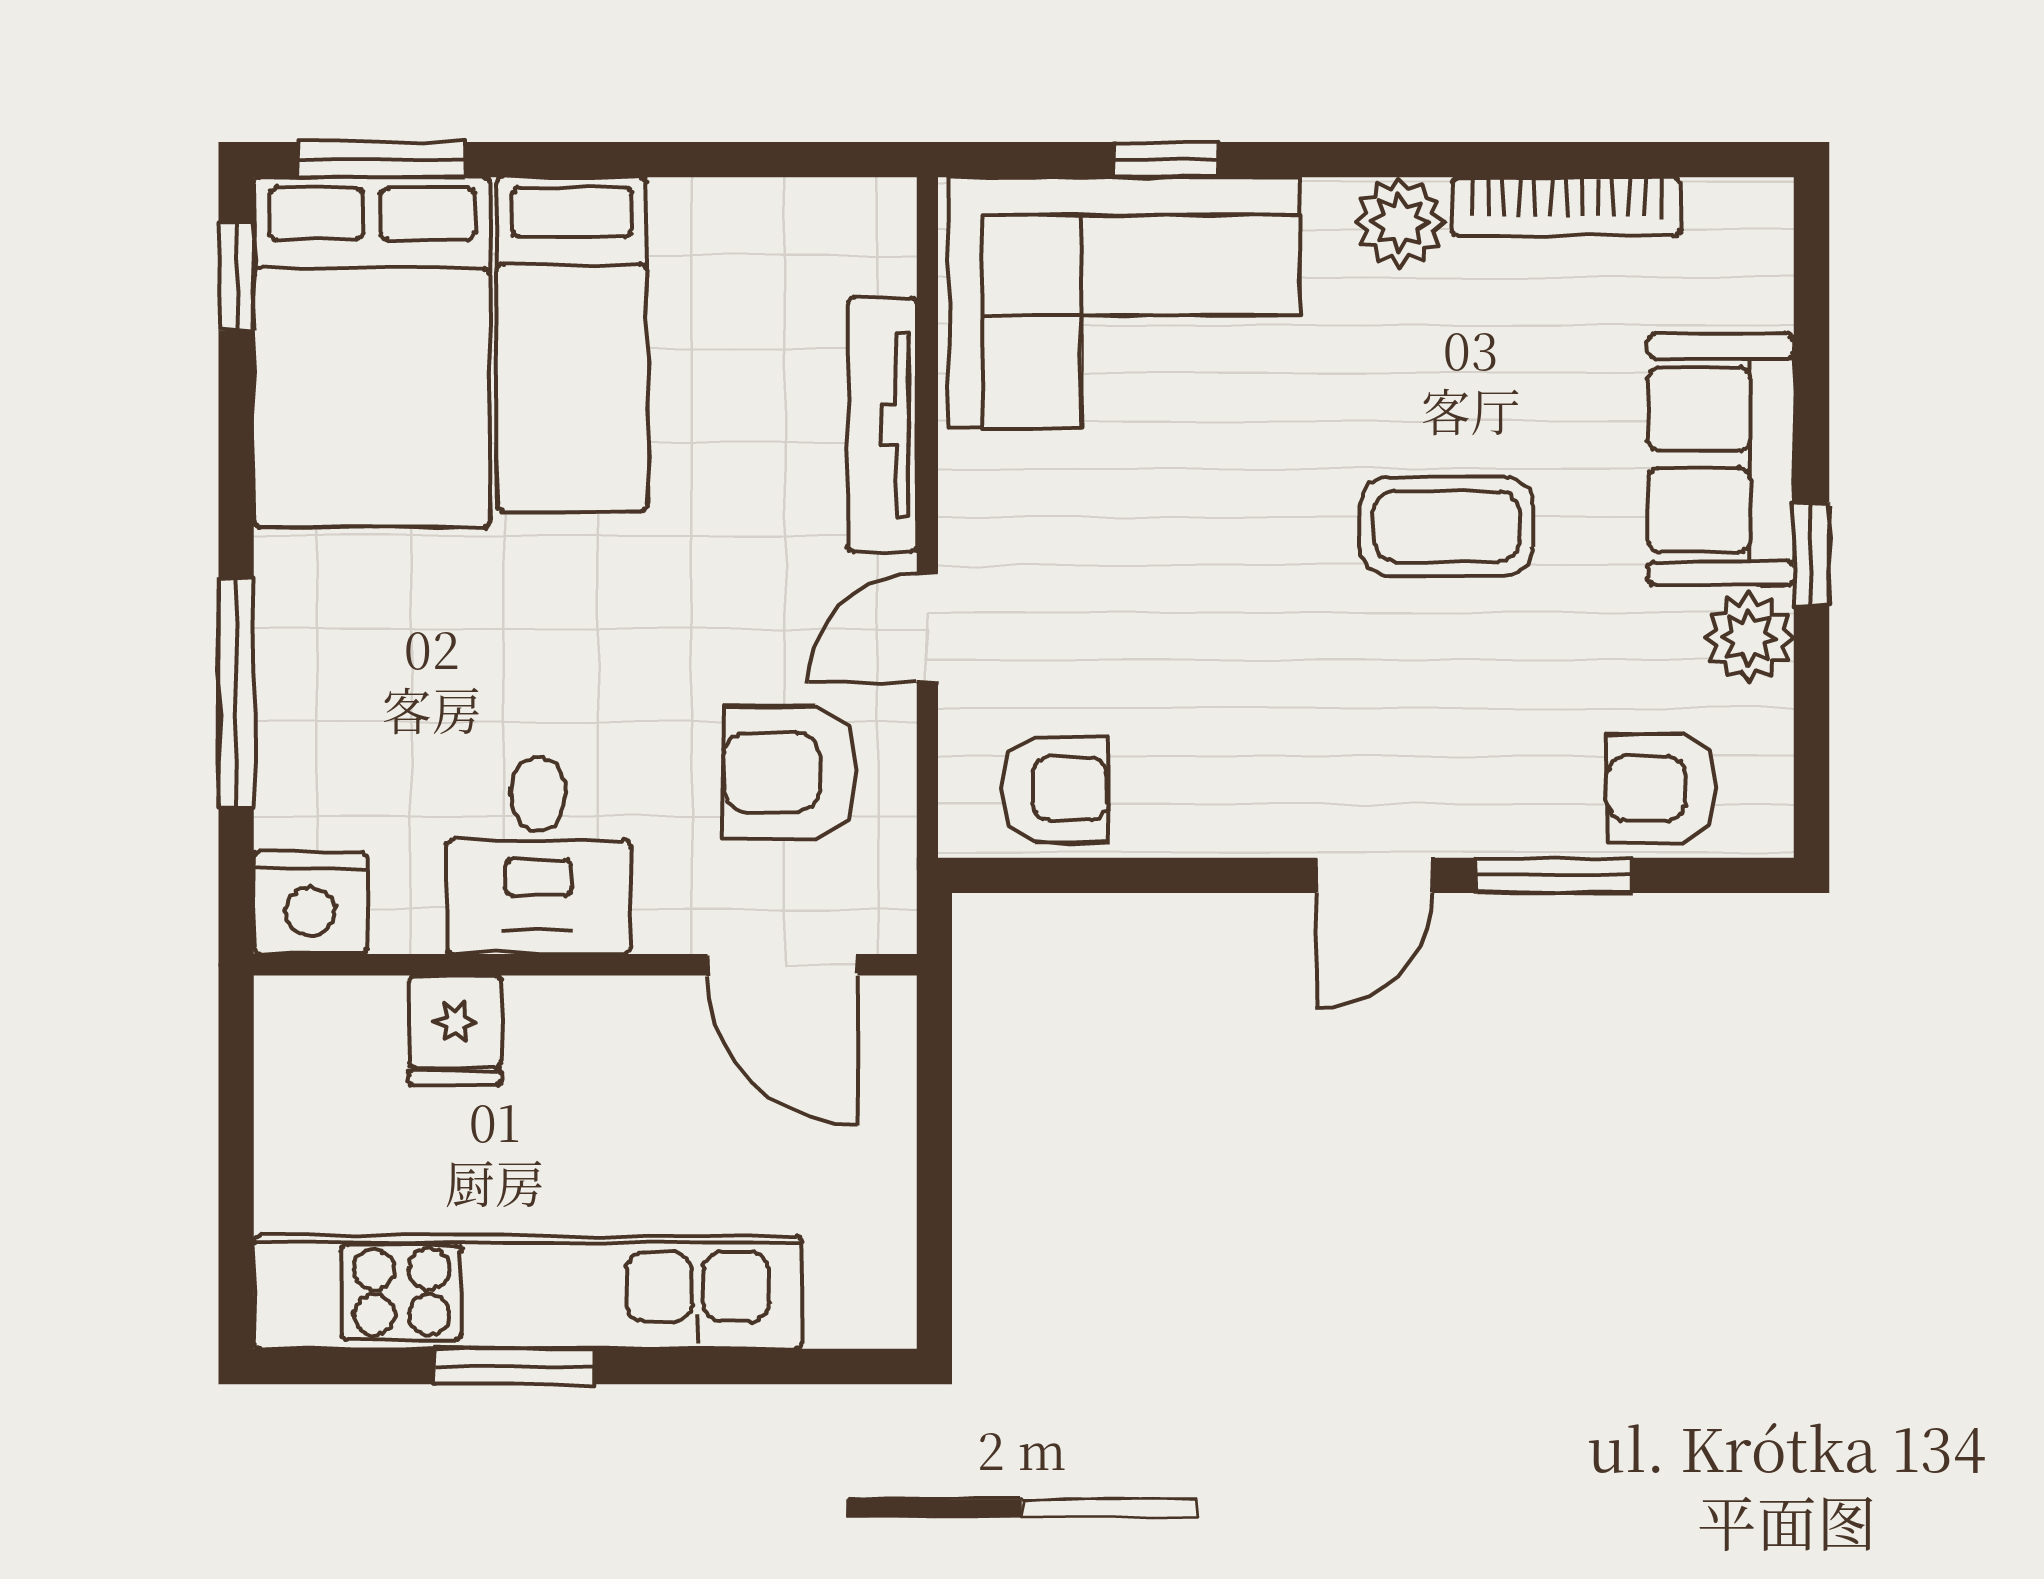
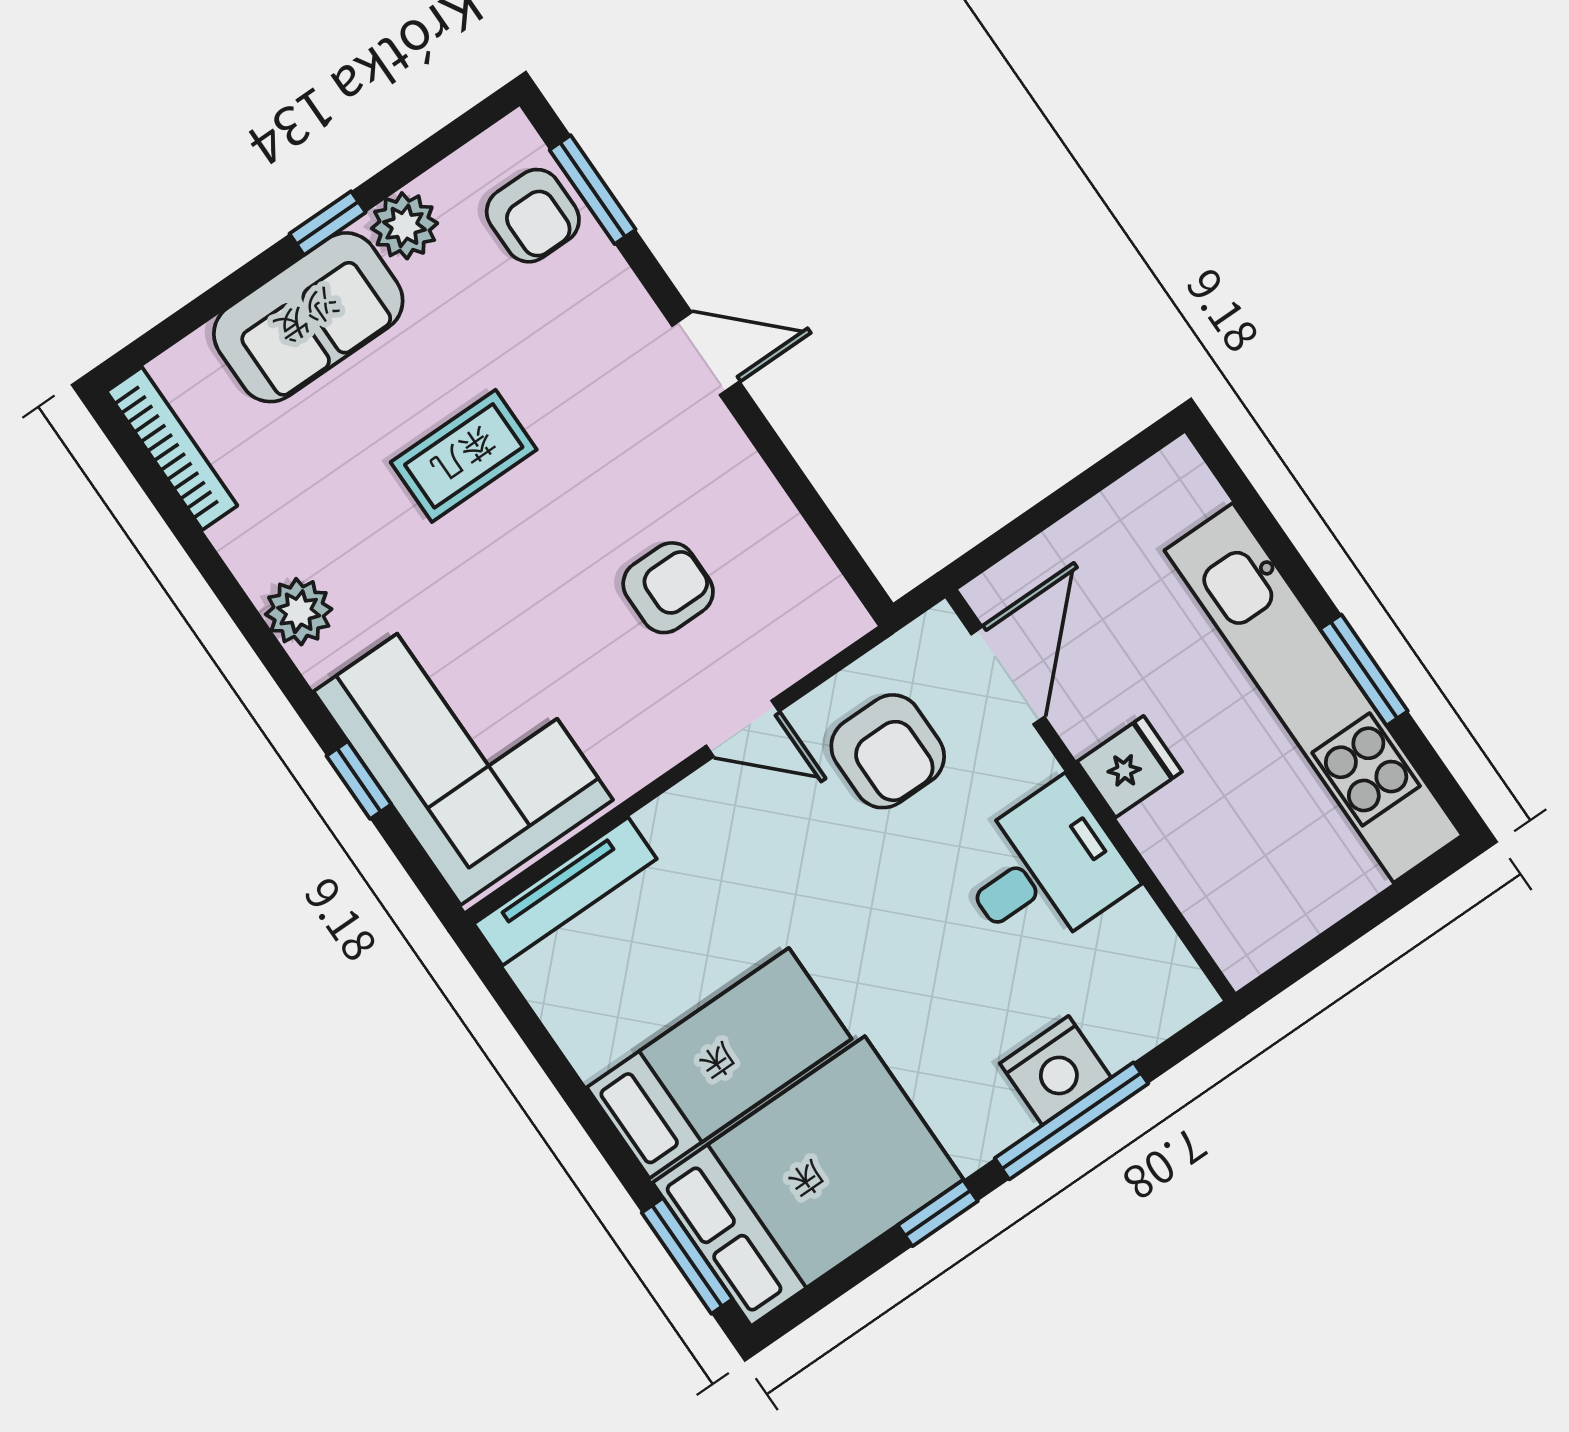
bookcase: (1566, 206) -> (172, 448), moved
window: (236, 276) -> (938, 1213), moved
tv unit: (882, 425) -> (565, 891), moved
coffee table: (1447, 526) -> (464, 456), turned 90
armchair: (1055, 789) -> (668, 588), moved, turned 90
window: (1555, 875) -> (593, 190), moved
nightstand: (311, 903) -> (1055, 1071), moved, turned 90
fridge: (455, 1030) -> (1130, 767), moved

